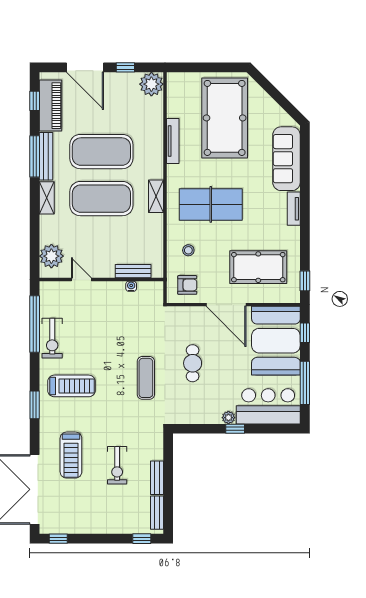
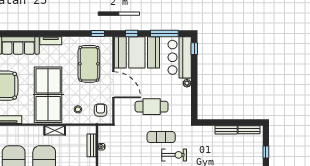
shelving: (156, 196) -> (55, 130), moved
table tennis table: (211, 204) -> (48, 95), width x1.36, depth x1.32
door: (226, 305) -> (113, 85), hinge flipped
cafe table: (193, 363) -> (152, 107), width x1.37, depth x1.35
window: (235, 429) -> (194, 49), moved
exercise bike: (117, 465) -> (174, 155), moved
window: (142, 539) -> (266, 152), moved

